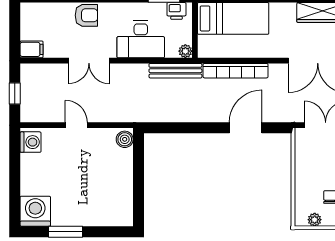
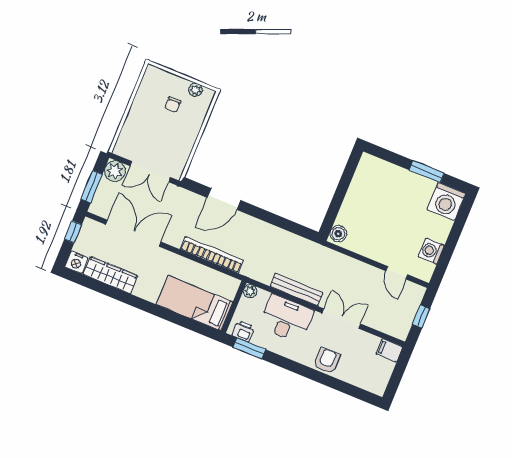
armchair: (86, 15) -> (327, 361), turned 90
bench: (175, 71) -> (296, 289), moved
door: (76, 125) -> (397, 273), moved
washing machine: (30, 142) -> (431, 251), moved

